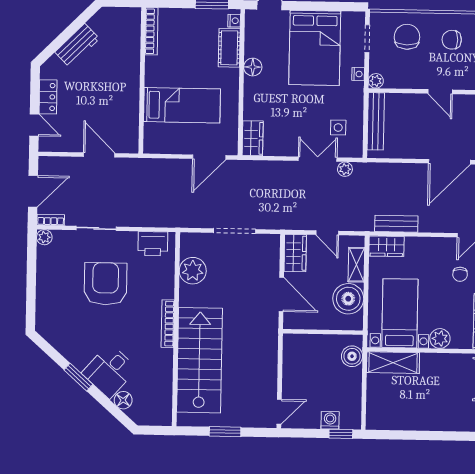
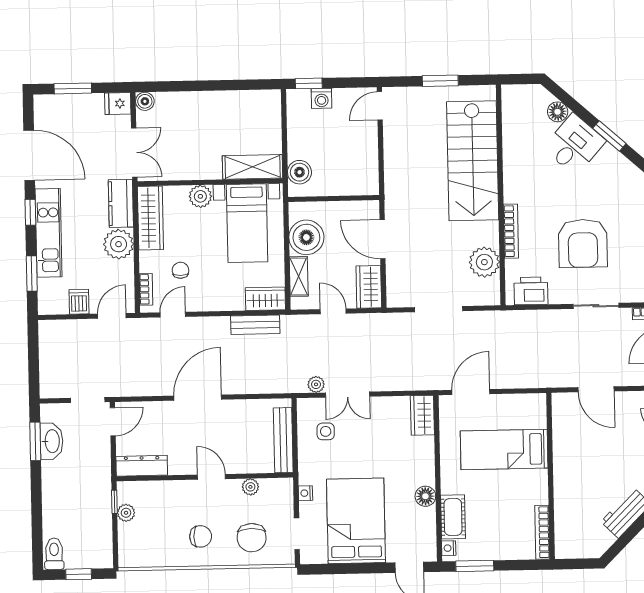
plant: (376, 81) -> (250, 487), moved
bookcase: (168, 324) -> (511, 231), moved

